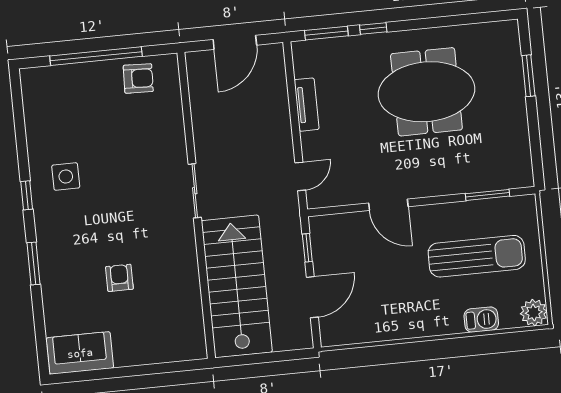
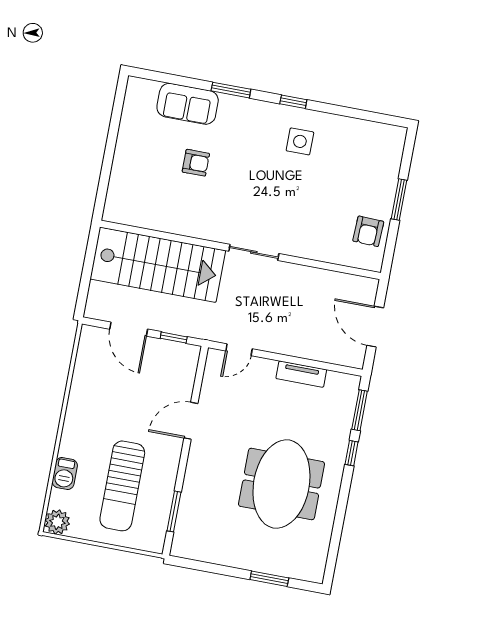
window: (96, 56) -> (399, 200), width x0.47
door: (300, 176) -> (239, 350), hinge flipped
sofa: (80, 353) -> (188, 104), moved, turned 90

